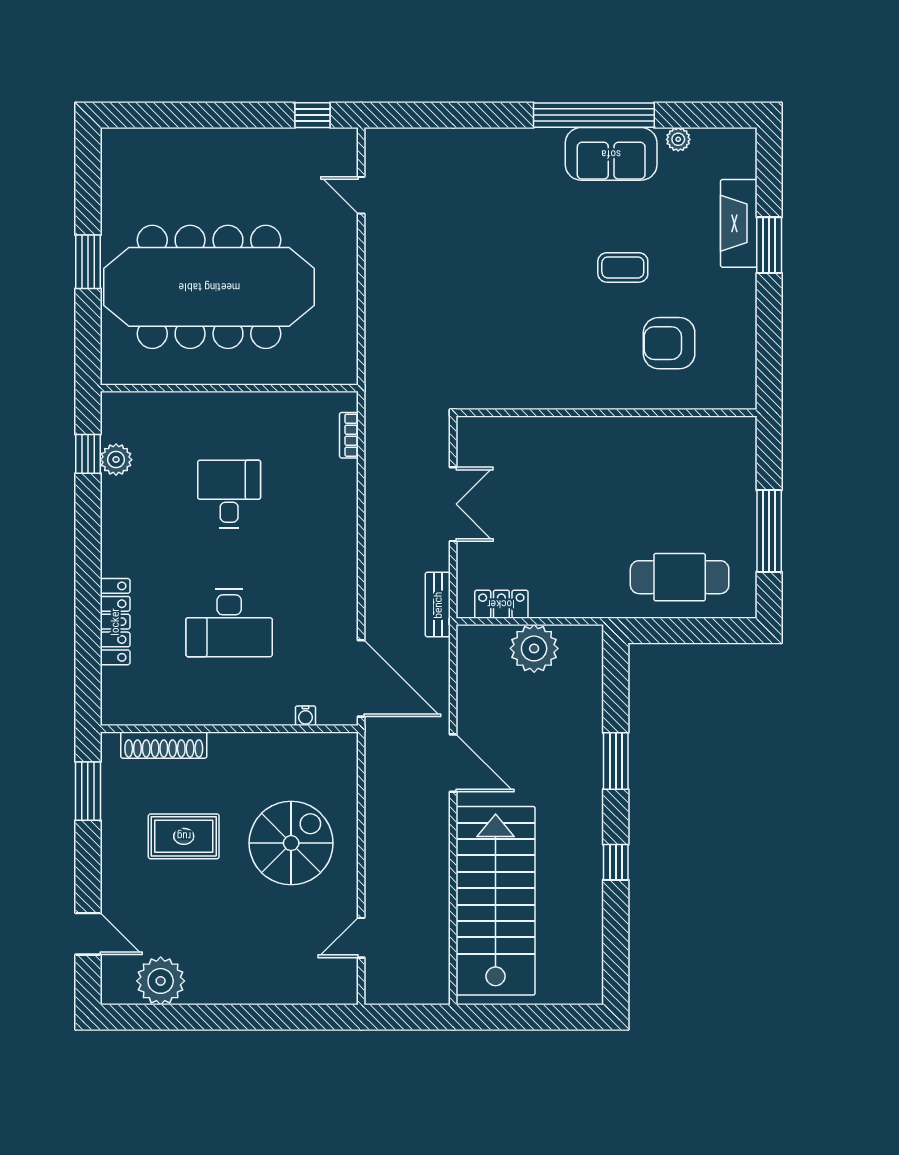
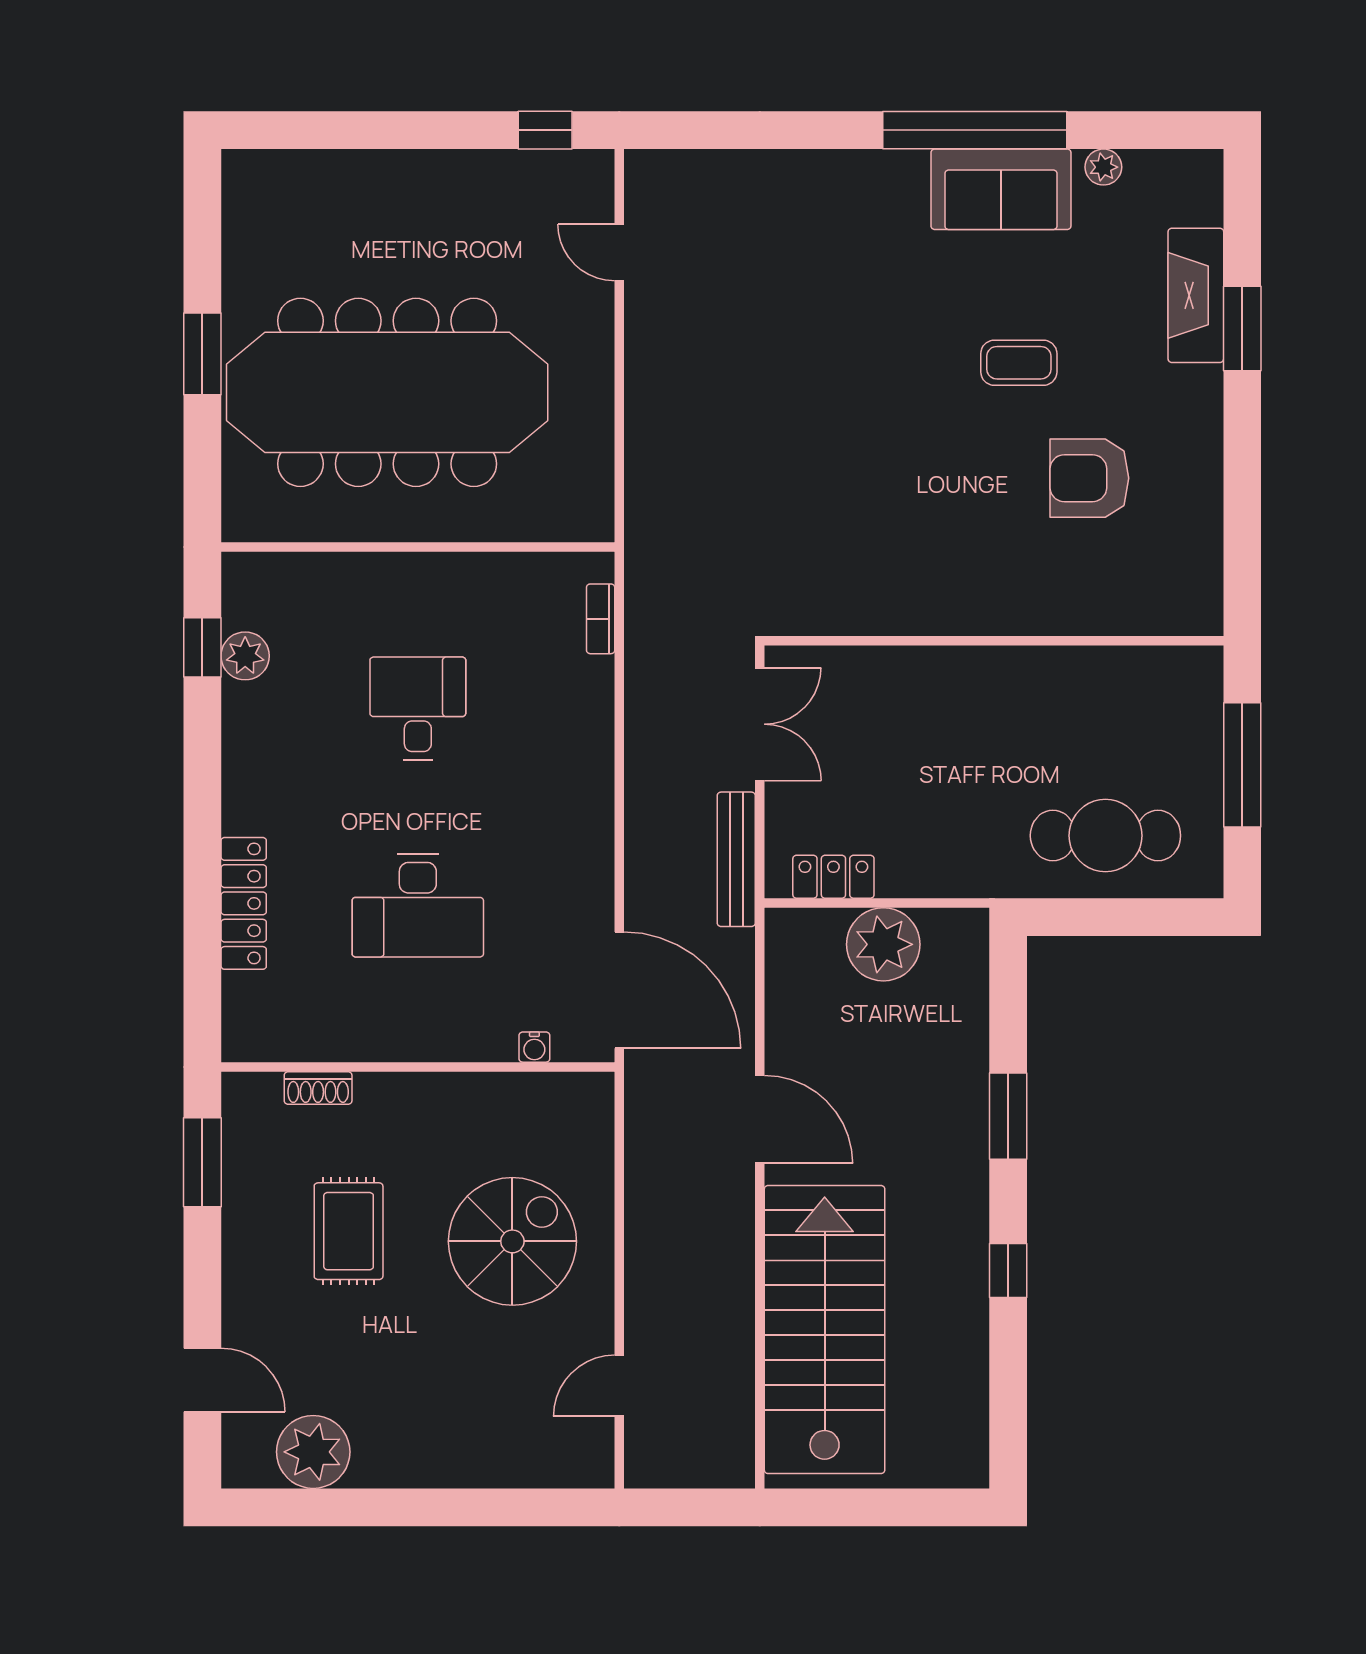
wall: (607, 413) -> (994, 641), moved
bench: (438, 605) -> (736, 859), width x1.36
shoe rack: (164, 745) -> (318, 1088), width x0.51, depth x0.81
rug: (184, 836) -> (349, 1231), turned 90

